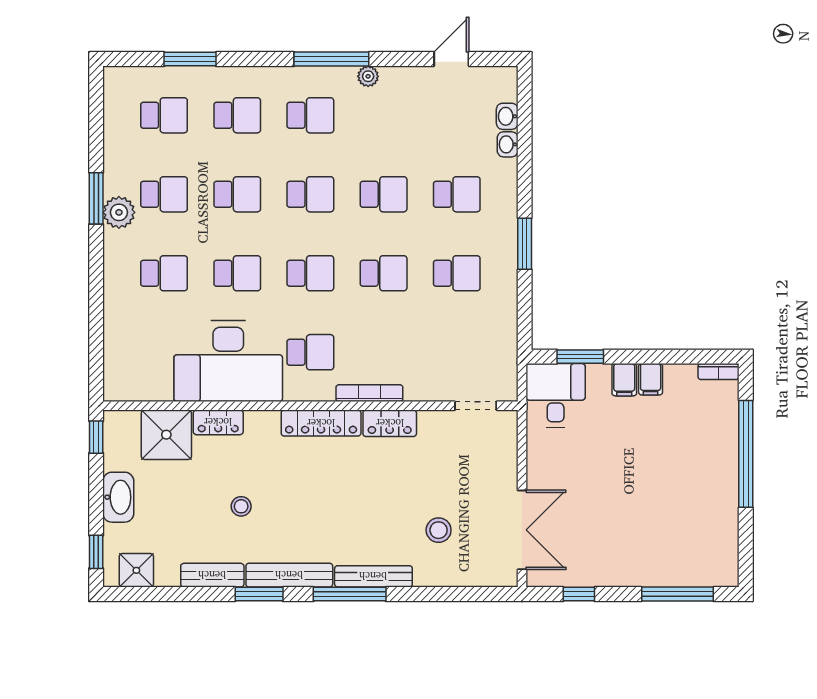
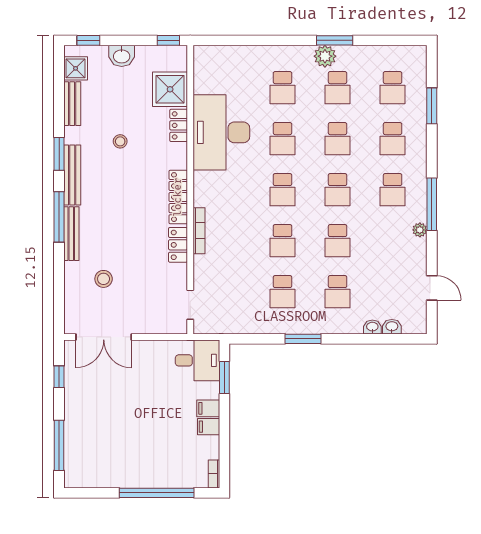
school desk: (310, 352) -> (227, 190), removed
washbasin: (118, 497) -> (122, 56), width x0.72
bench: (212, 575) -> (72, 104), moved

